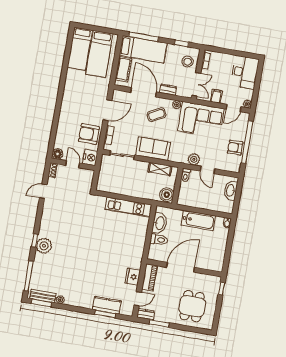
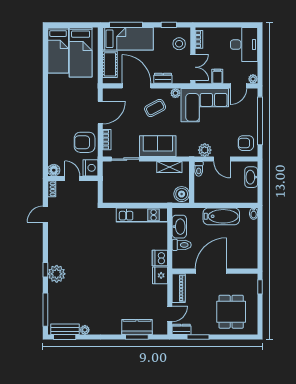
armchair: (235, 148) -> (246, 143), moved
dishwasher: (138, 248) -> (160, 258), added
fridge: (133, 277) -> (160, 275), moved

